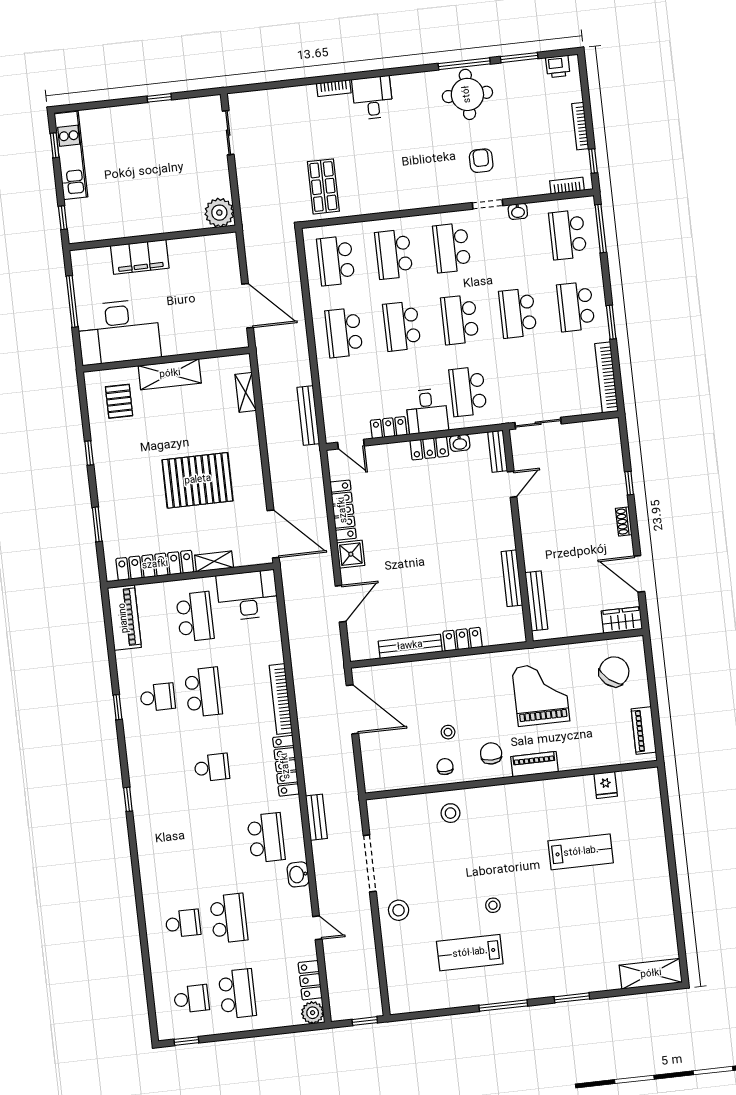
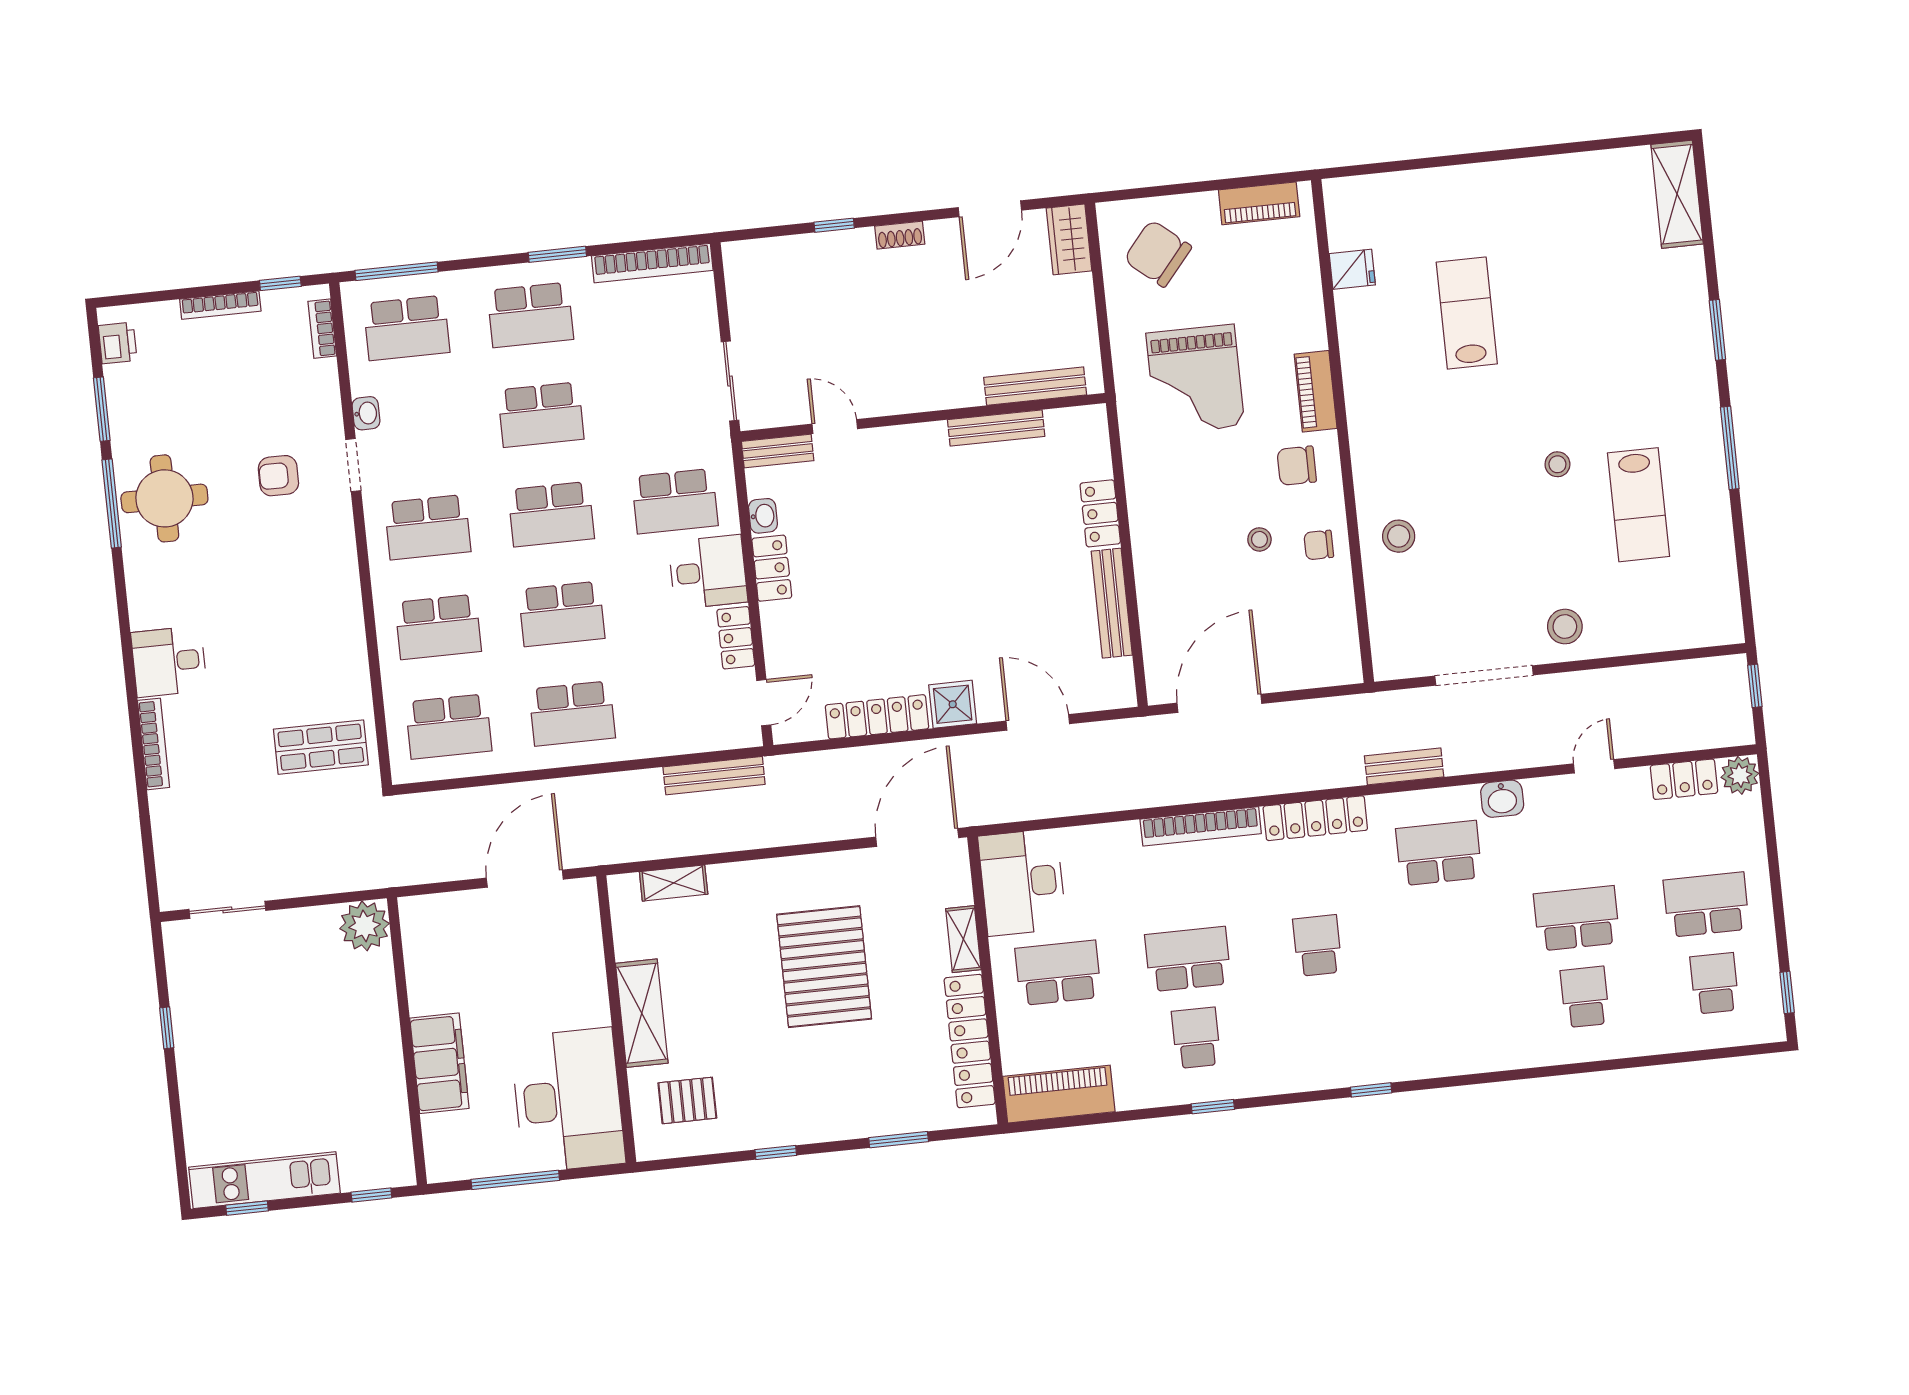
bookcase: (334, 88) -> (154, 744), width x1.56
grand piano: (541, 694) -> (1195, 380), turned -90

